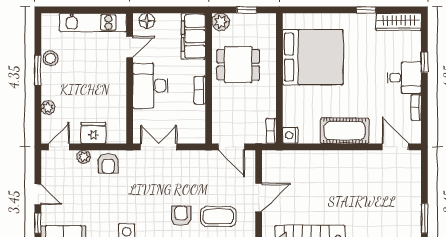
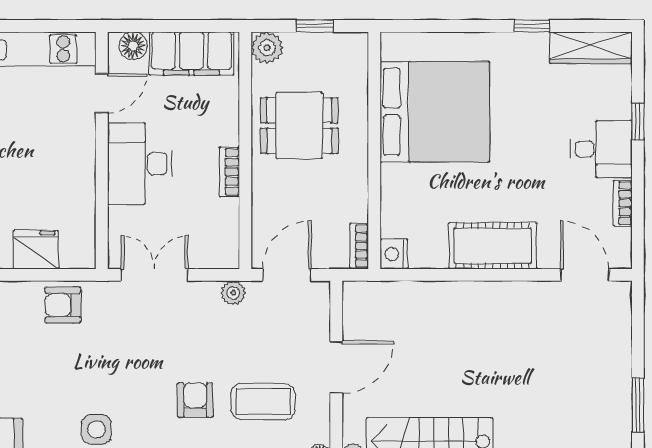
filing cabinet: (193, 36) -> (191, 54), moved, turned -90
door: (231, 147) -> (287, 275), swing flipped
plant: (84, 157) -> (233, 293), moved
armchair: (108, 163) -> (63, 305), turned 90

